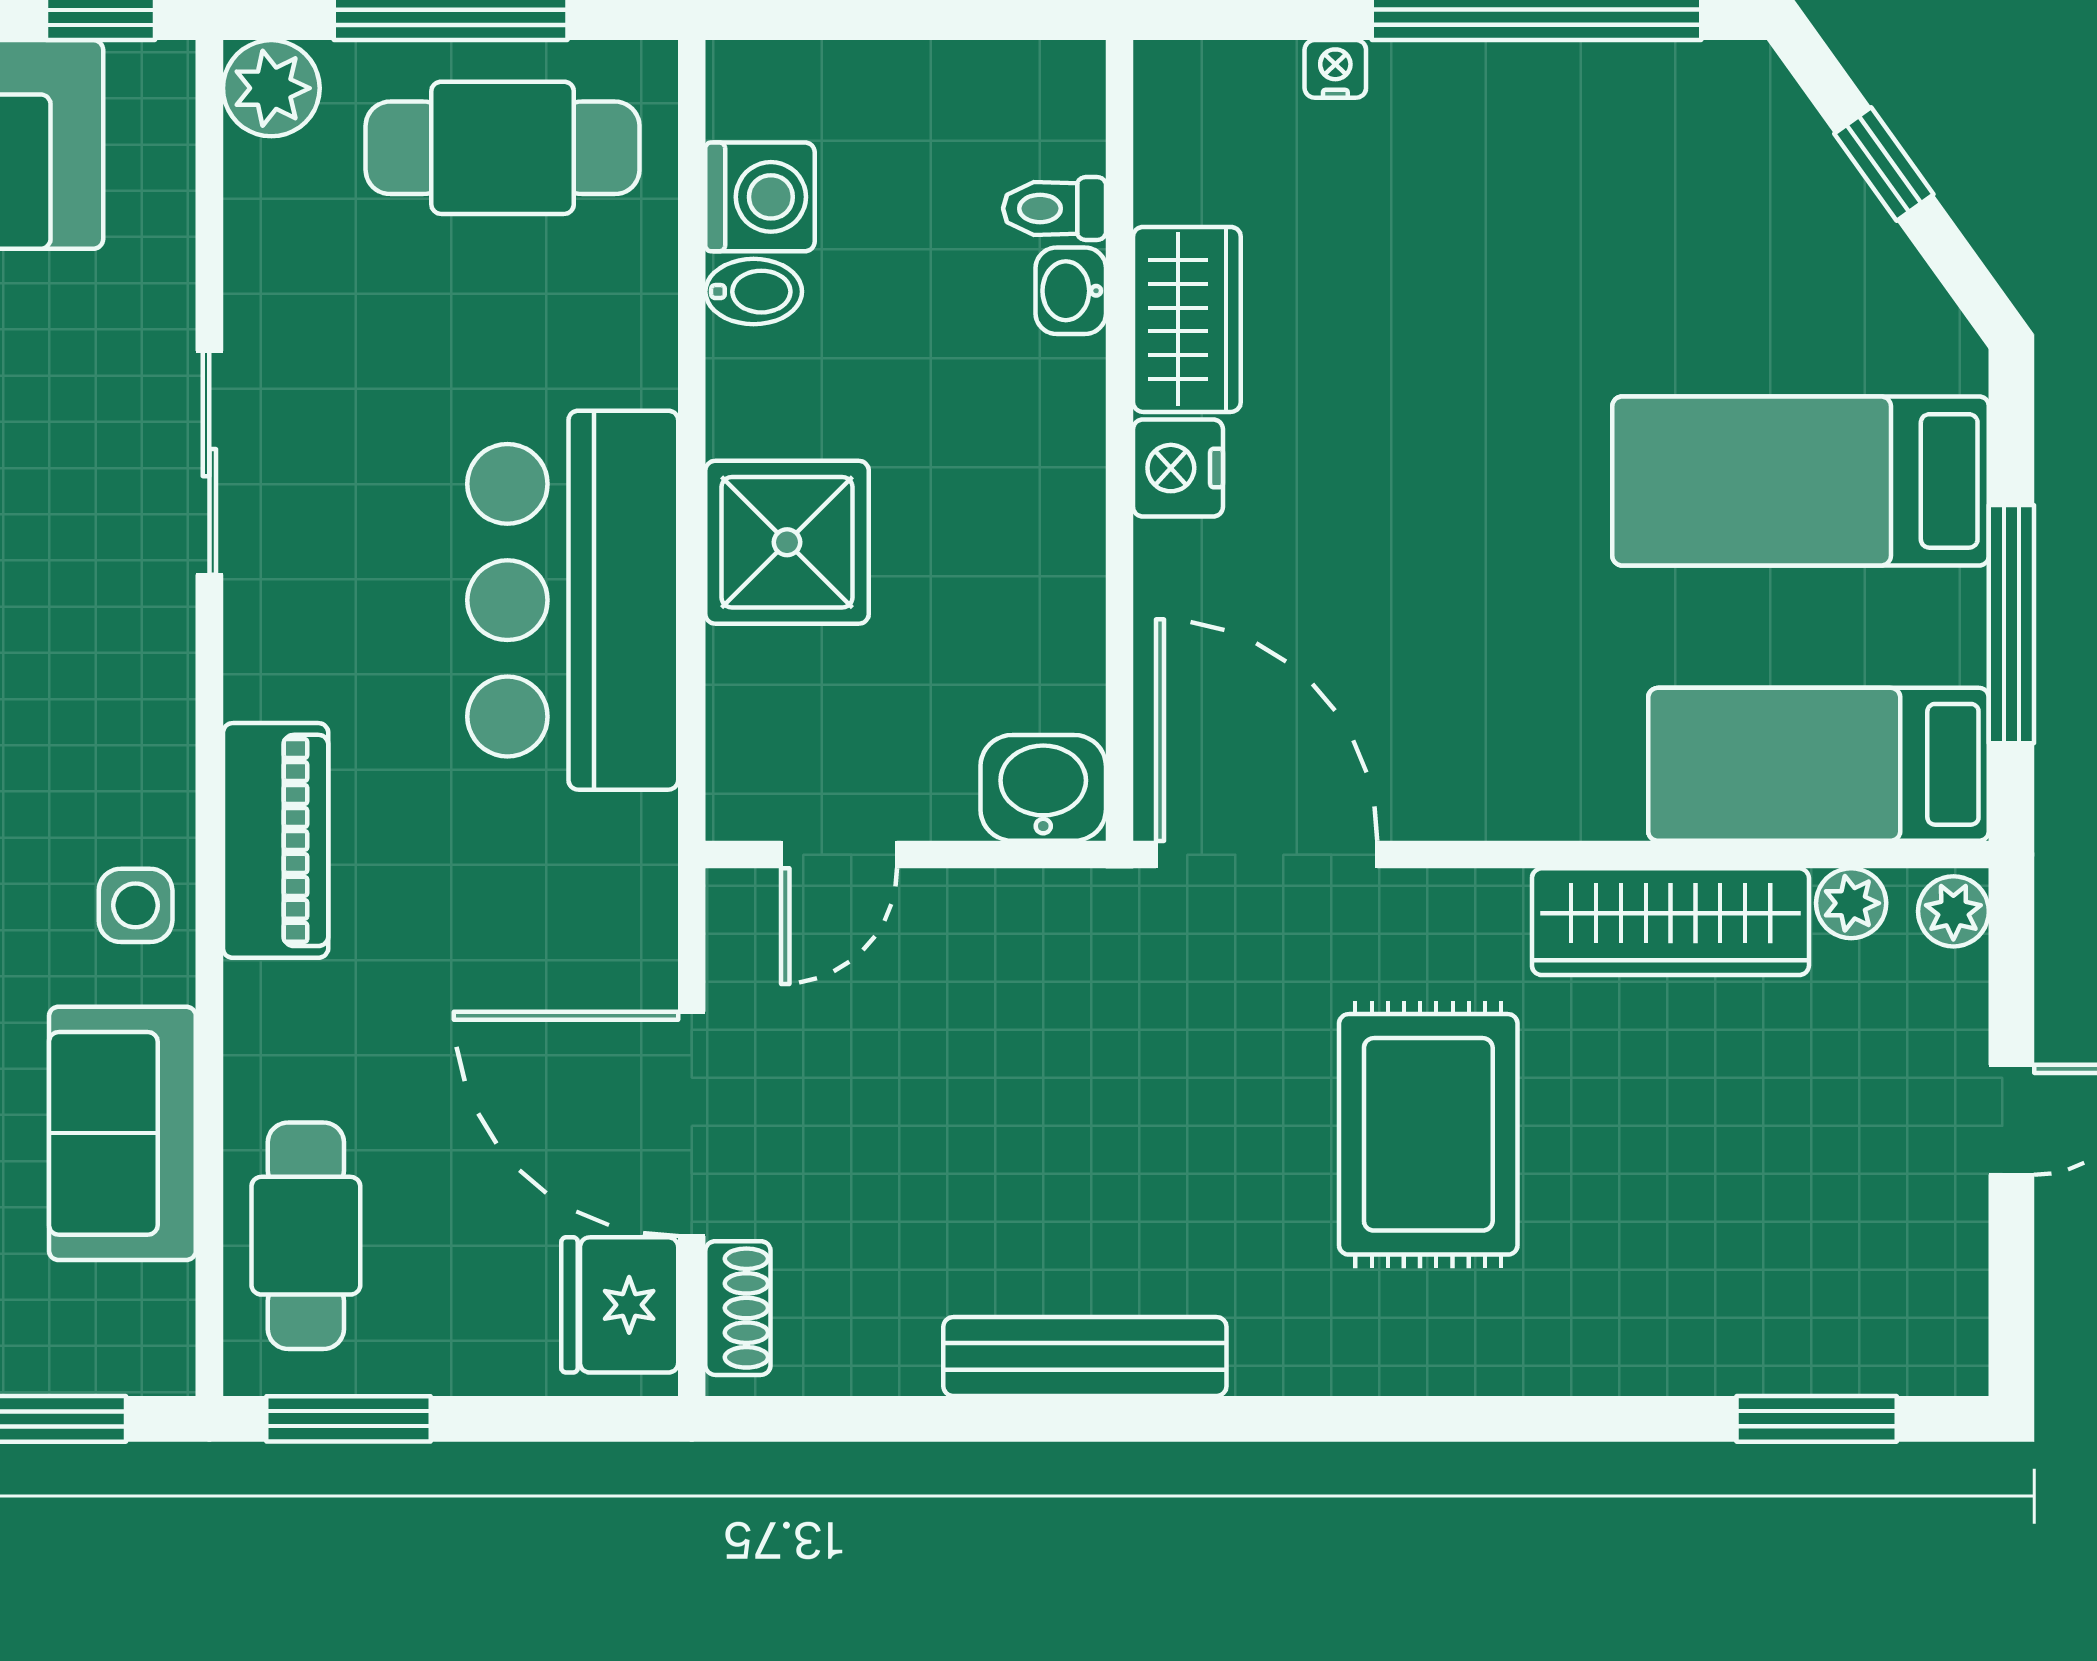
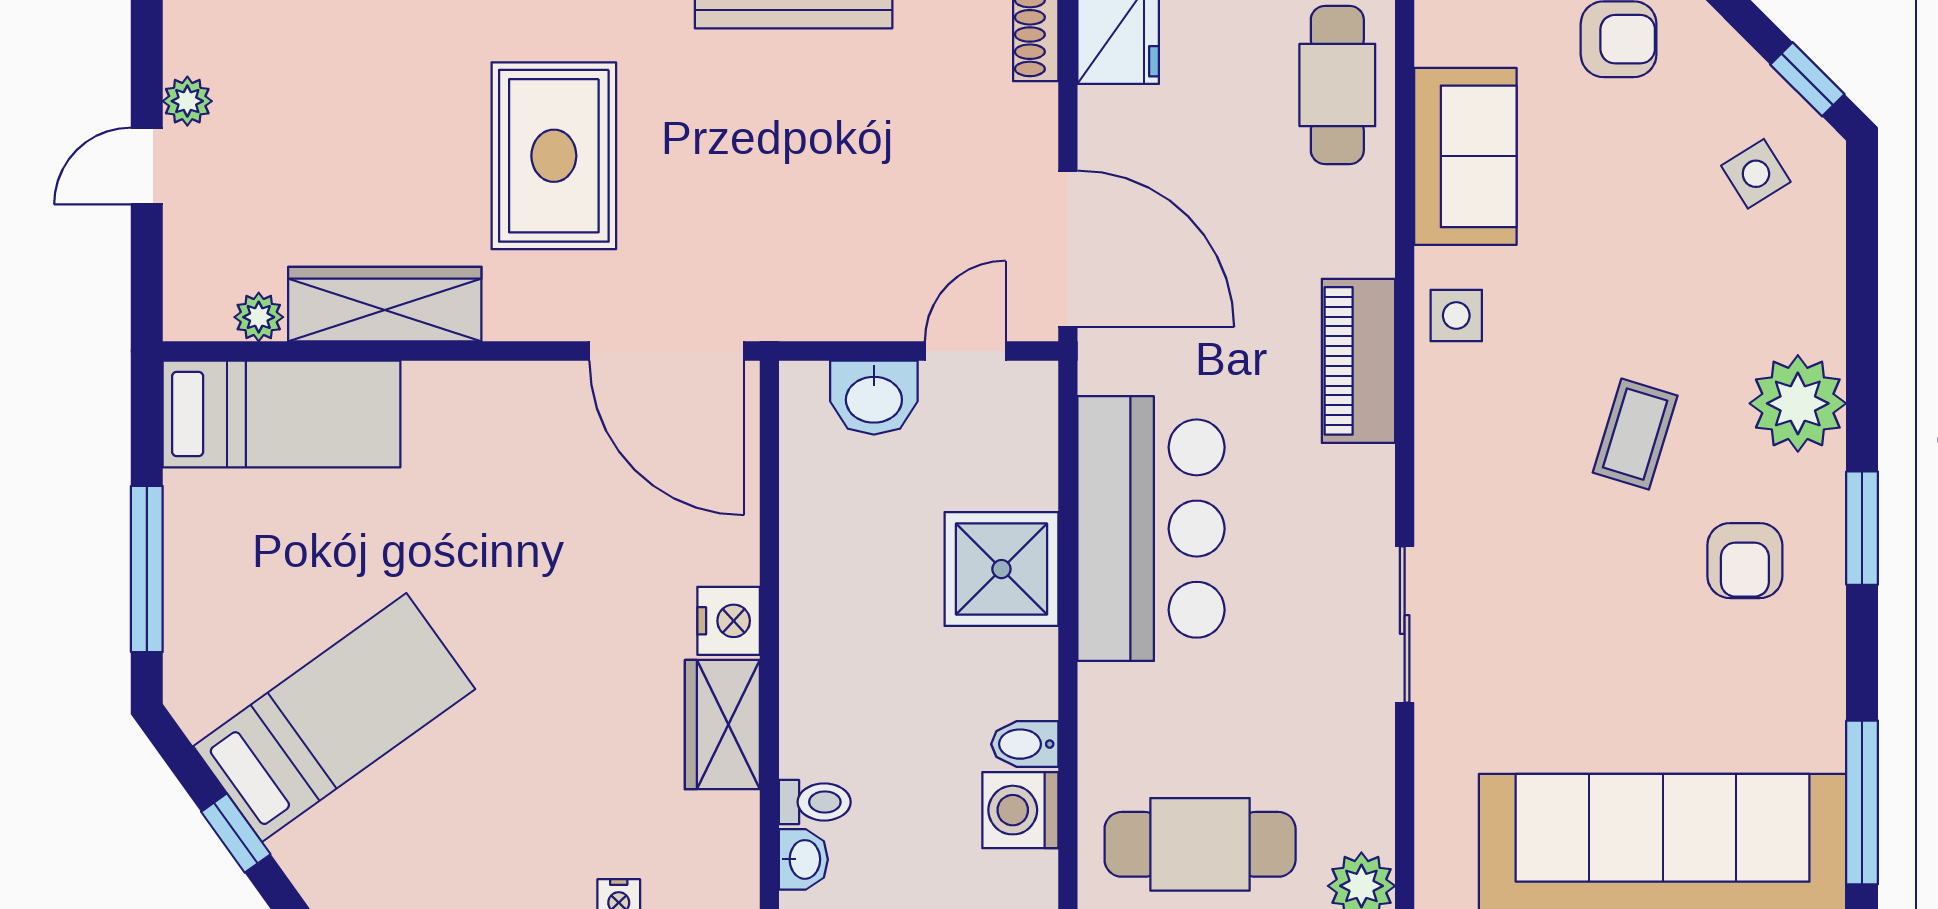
washbasin: (1071, 291) -> (803, 859), moved
bed: (1801, 481) -> (334, 718), moved, turned -36
window: (2011, 624) -> (147, 569), moved
washbasin: (1043, 788) -> (874, 398), moved
plant: (1953, 911) -> (187, 101), moved
door: (692, 1124) -> (1068, 249), moved

